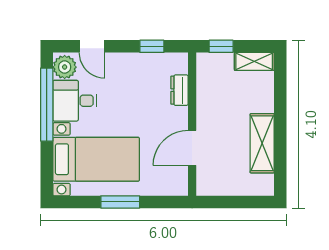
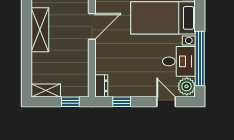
dresser: (179, 90) -> (101, 86), moved

